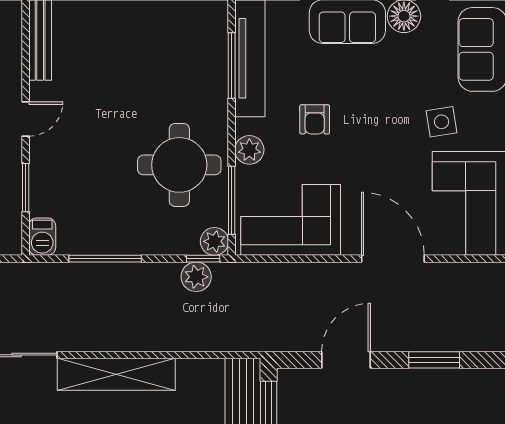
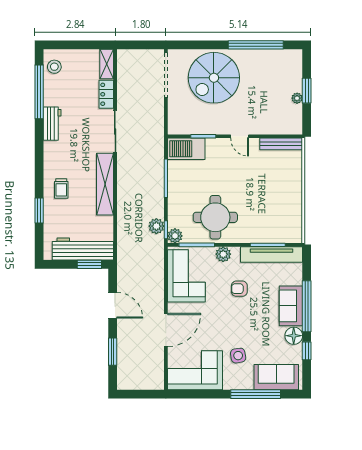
barbecue: (42, 237) -> (186, 149), width x1.88, depth x1.53

